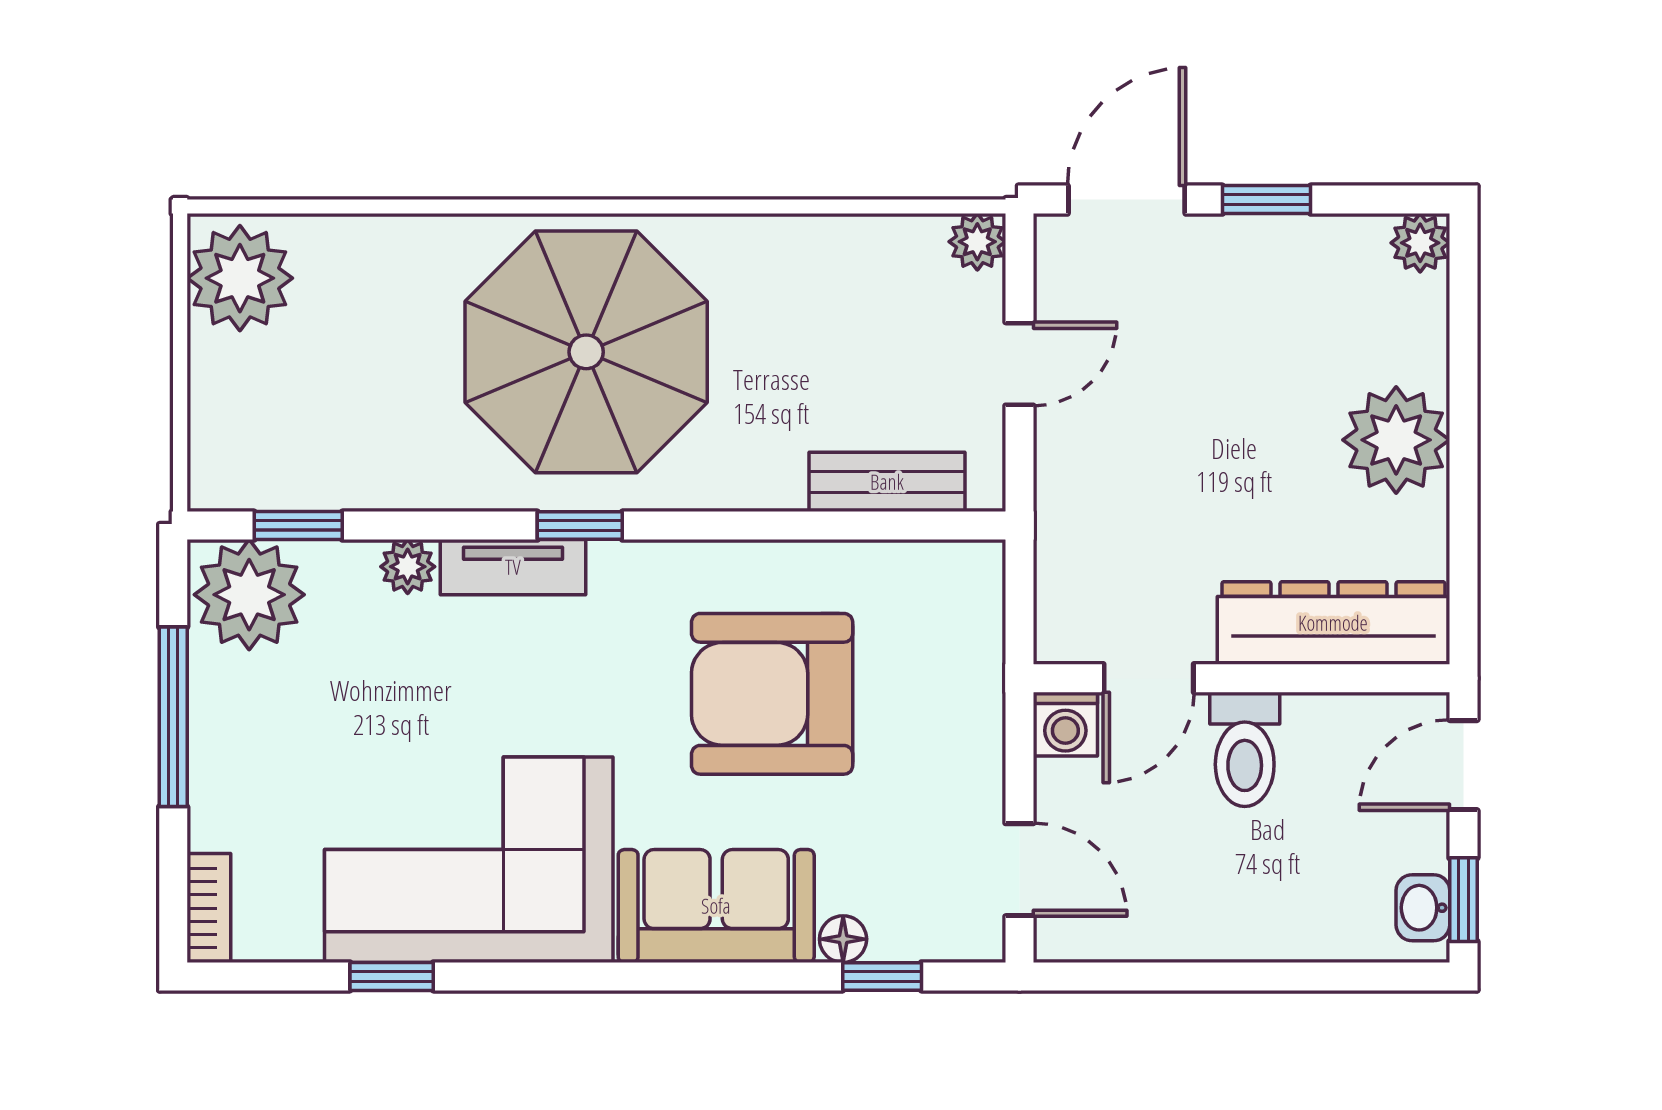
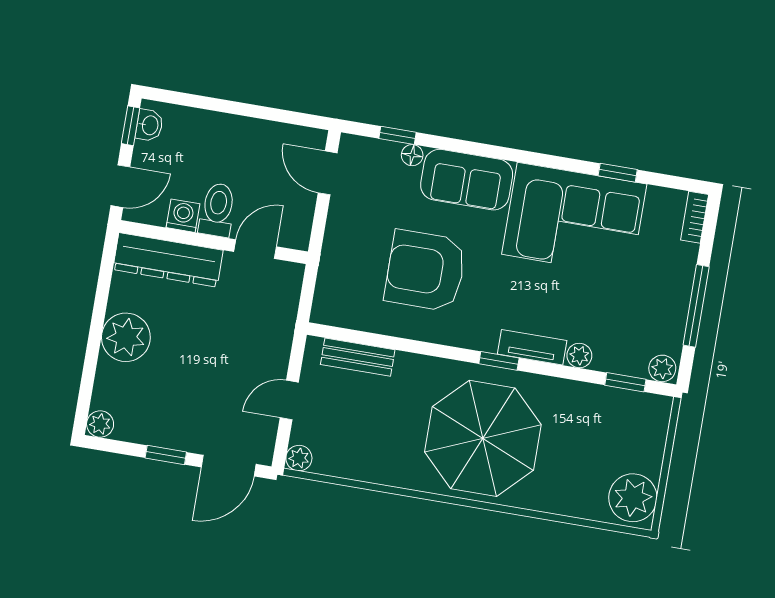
plant: (249, 595) -> (662, 368), width x0.53, depth x0.53
armchair: (772, 694) -> (425, 271), turned 180
washing machine: (1065, 724) -> (183, 216), moved

